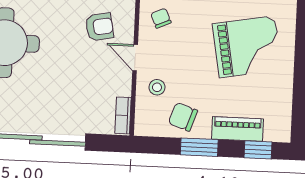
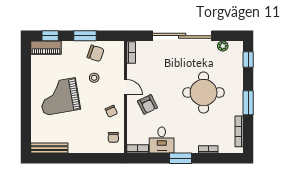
armchair: (99, 27) -> (148, 104), turned -105
stool: (157, 87) -> (94, 78), moved
piano: (238, 129) -> (46, 48), moved

